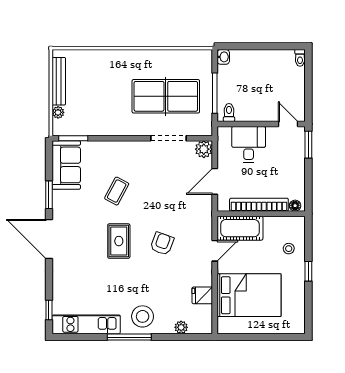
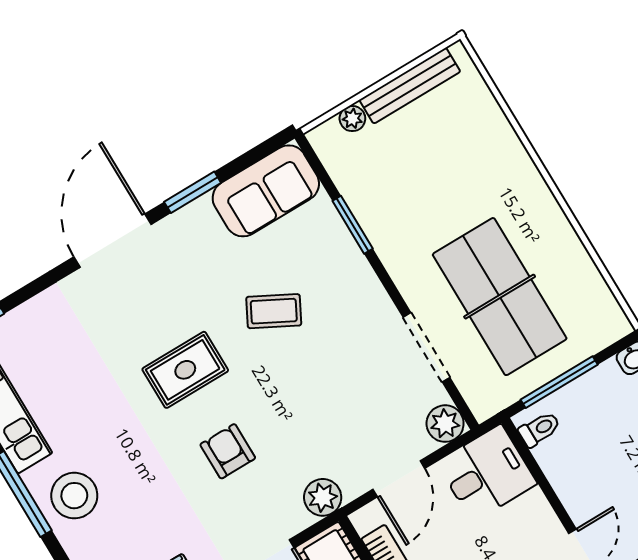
window: (73, 138) -> (353, 225), moved
desk: (249, 144) -> (487, 473), moved
door: (215, 181) -> (399, 479), swing flipped
plant: (204, 217) -> (323, 497), added
armchair: (162, 244) -> (228, 451), turned -110

